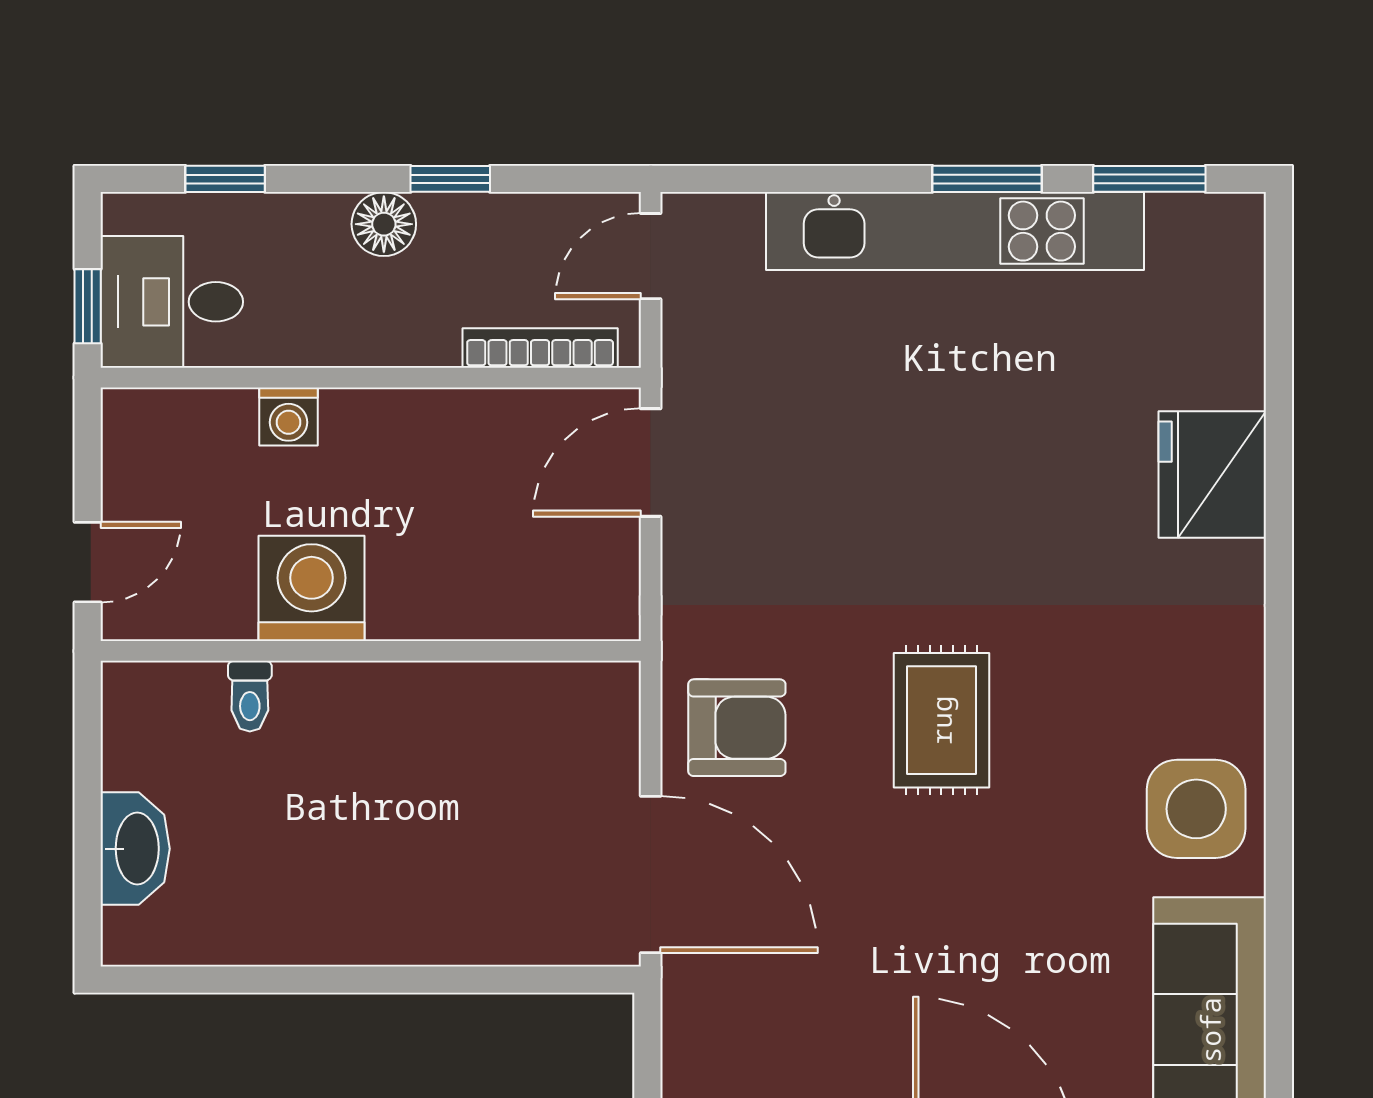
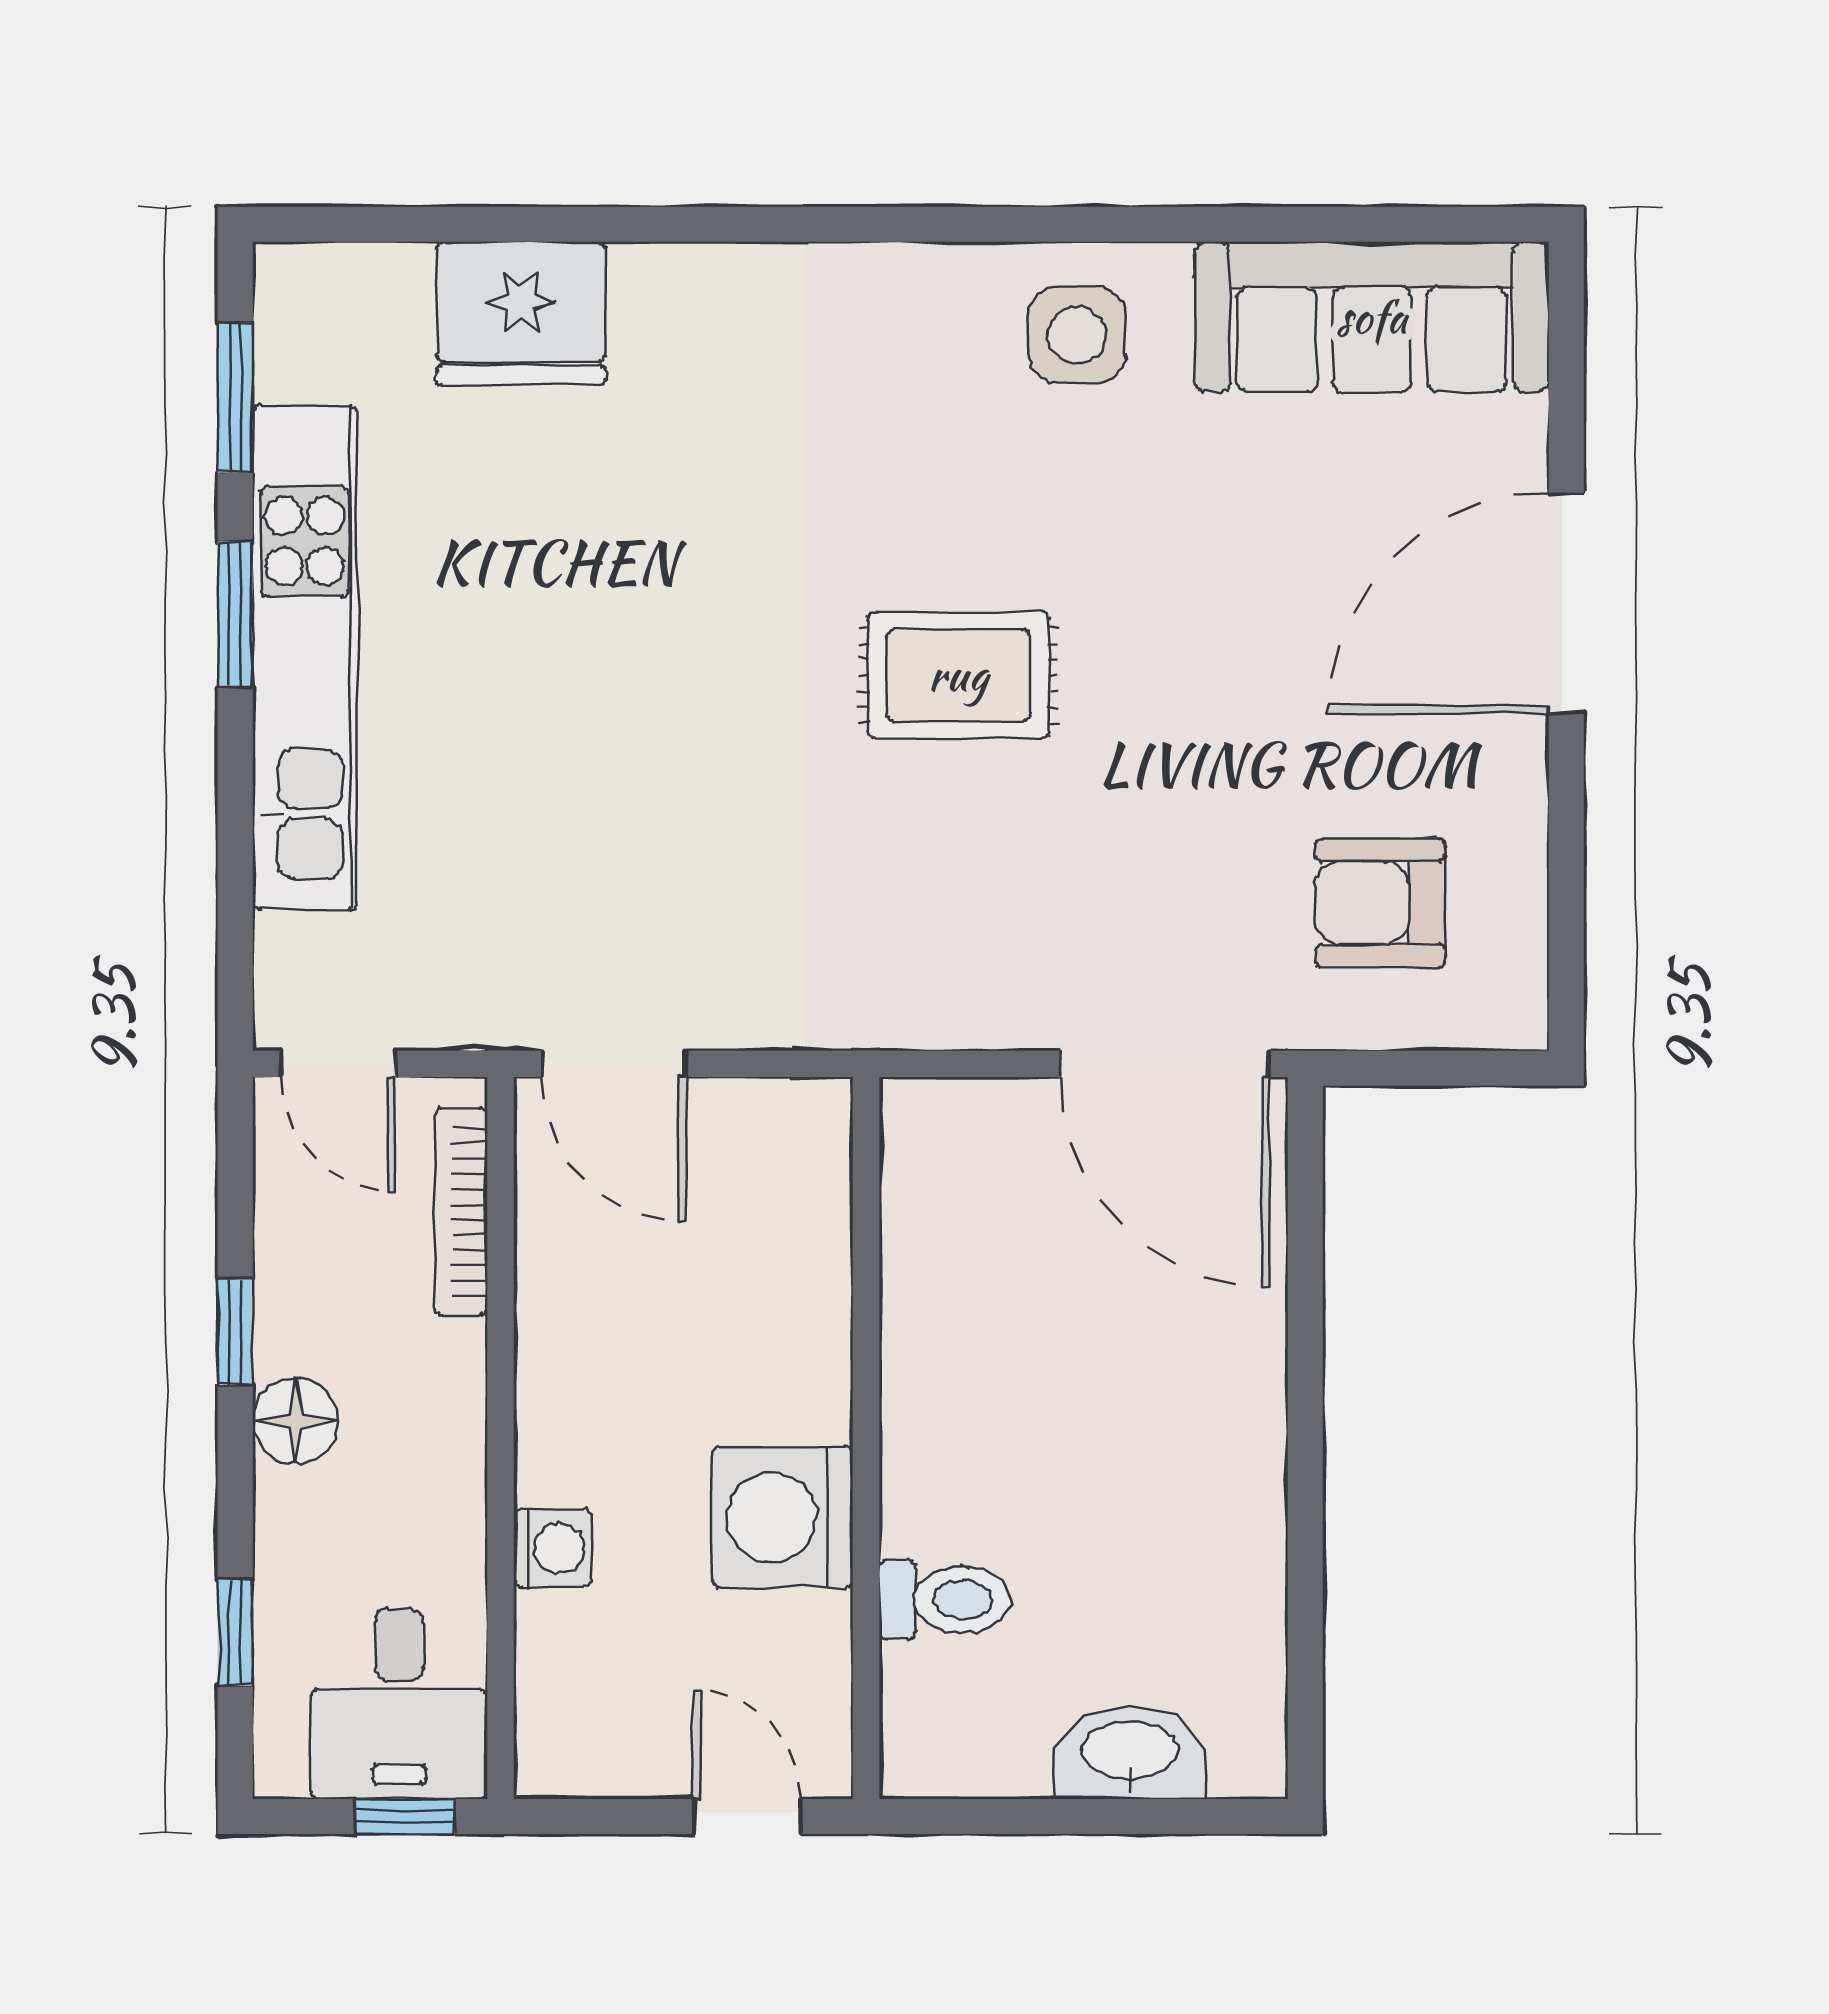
fridge: (1212, 474) -> (521, 313), moved
toilet: (250, 696) -> (945, 1600), width x1.37, depth x1.39
armchair: (737, 728) -> (1380, 903), moved, turned -90
side table: (1196, 809) -> (1077, 335), width x0.73, depth x0.73
door: (651, 874) -> (1165, 1064), swing flipped

